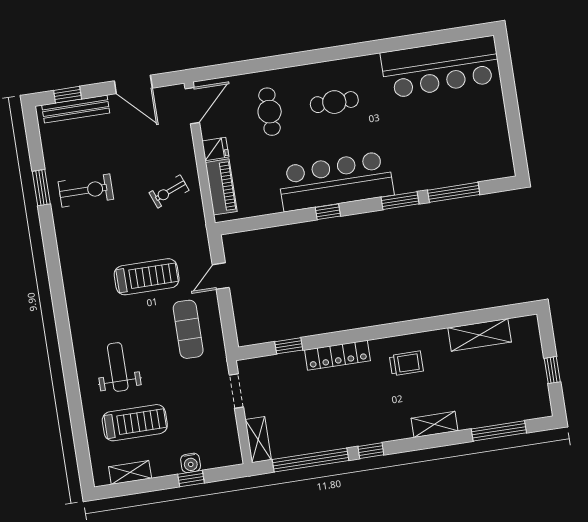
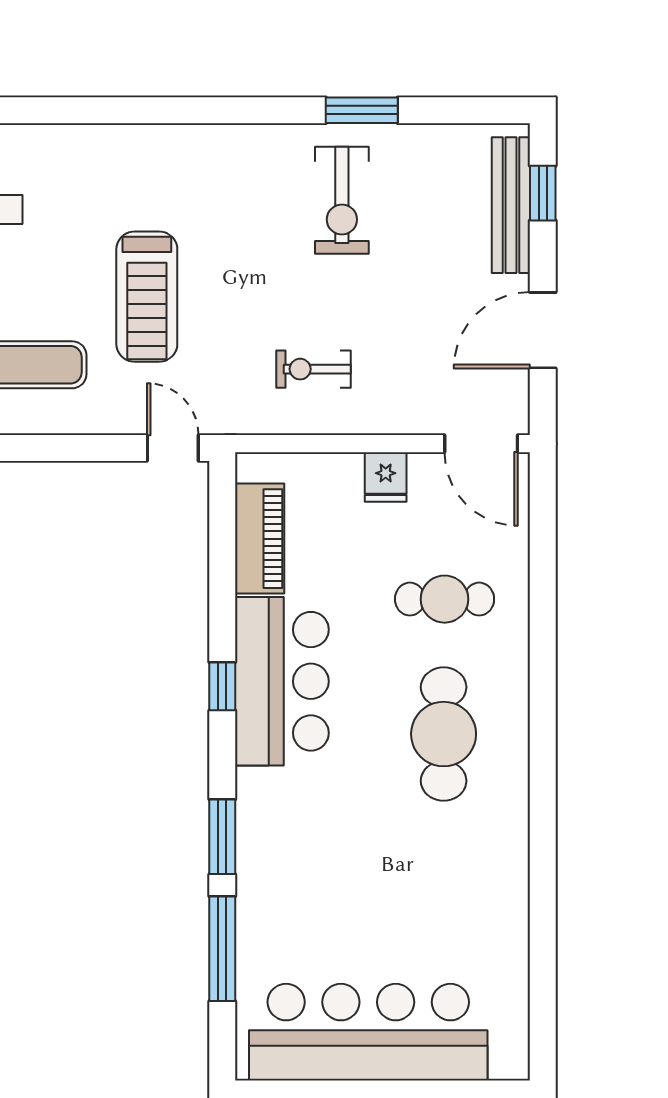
bar counter: (441, 67) -> (368, 1032), moved, turned 90
cafe table: (334, 102) -> (444, 734), width x1.37, depth x1.35
bar counter: (336, 181) -> (282, 681), width x0.73
piano: (221, 187) -> (260, 539), moved, turned -90
exercise bike: (169, 192) -> (313, 369), turned -69
door: (221, 276) -> (173, 448), moved

